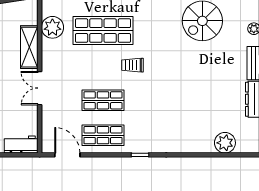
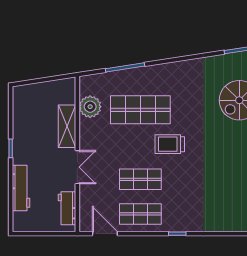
trolley: (133, 65) -> (170, 144), width x1.36, depth x1.39
double door: (40, 88) -> (77, 167), swing flipped
workbench: (21, 145) -> (67, 208), moved, turned -90

